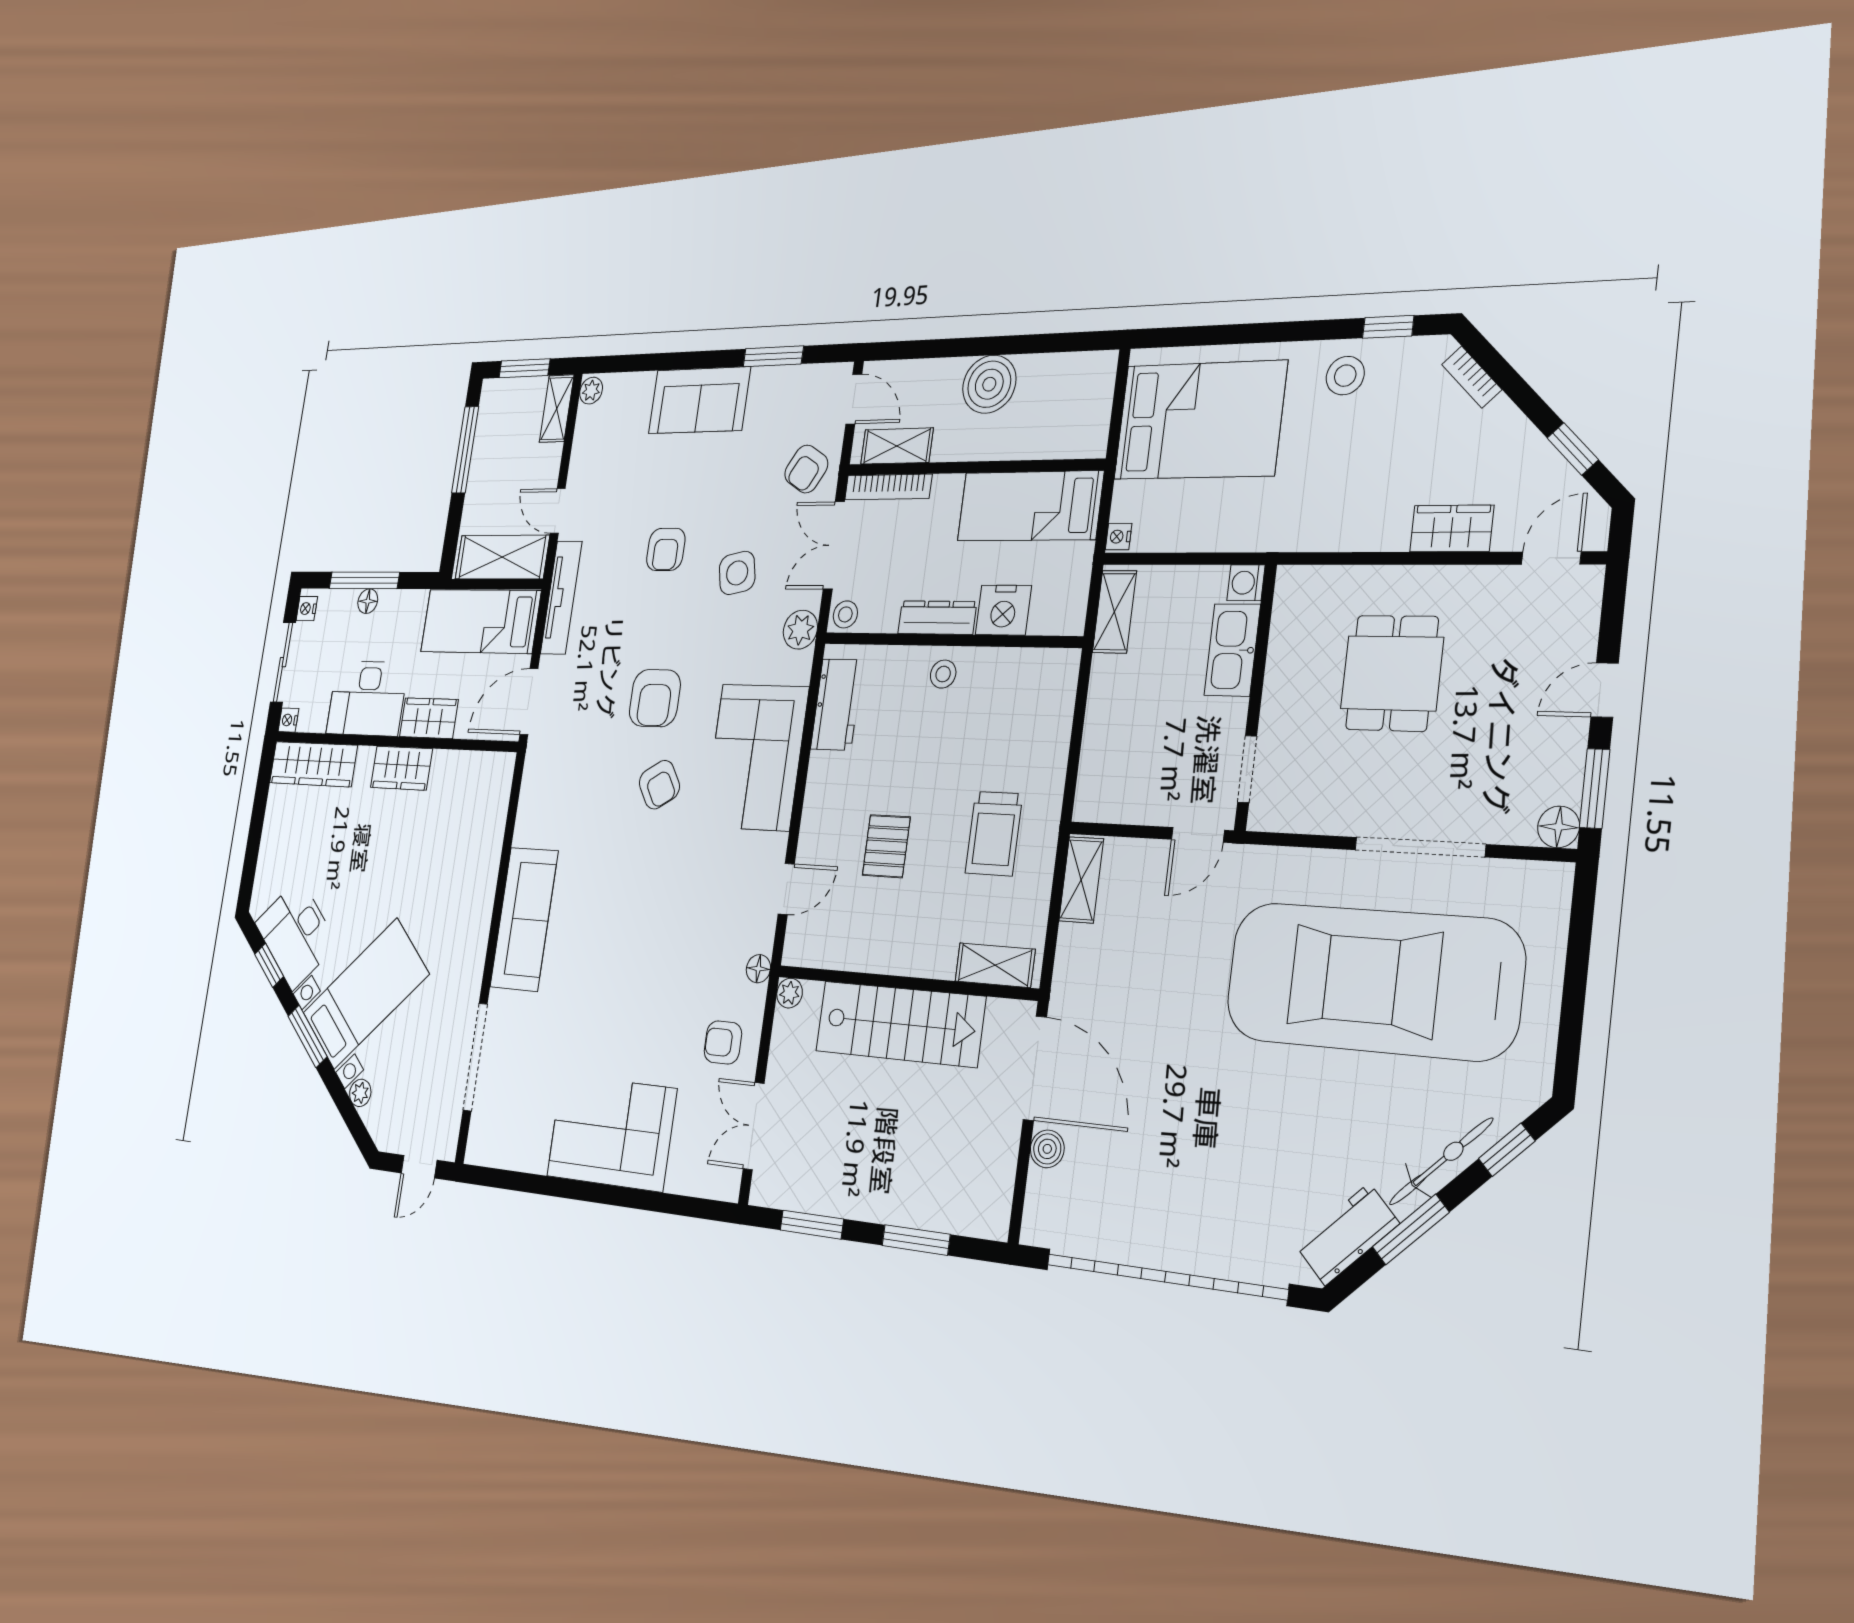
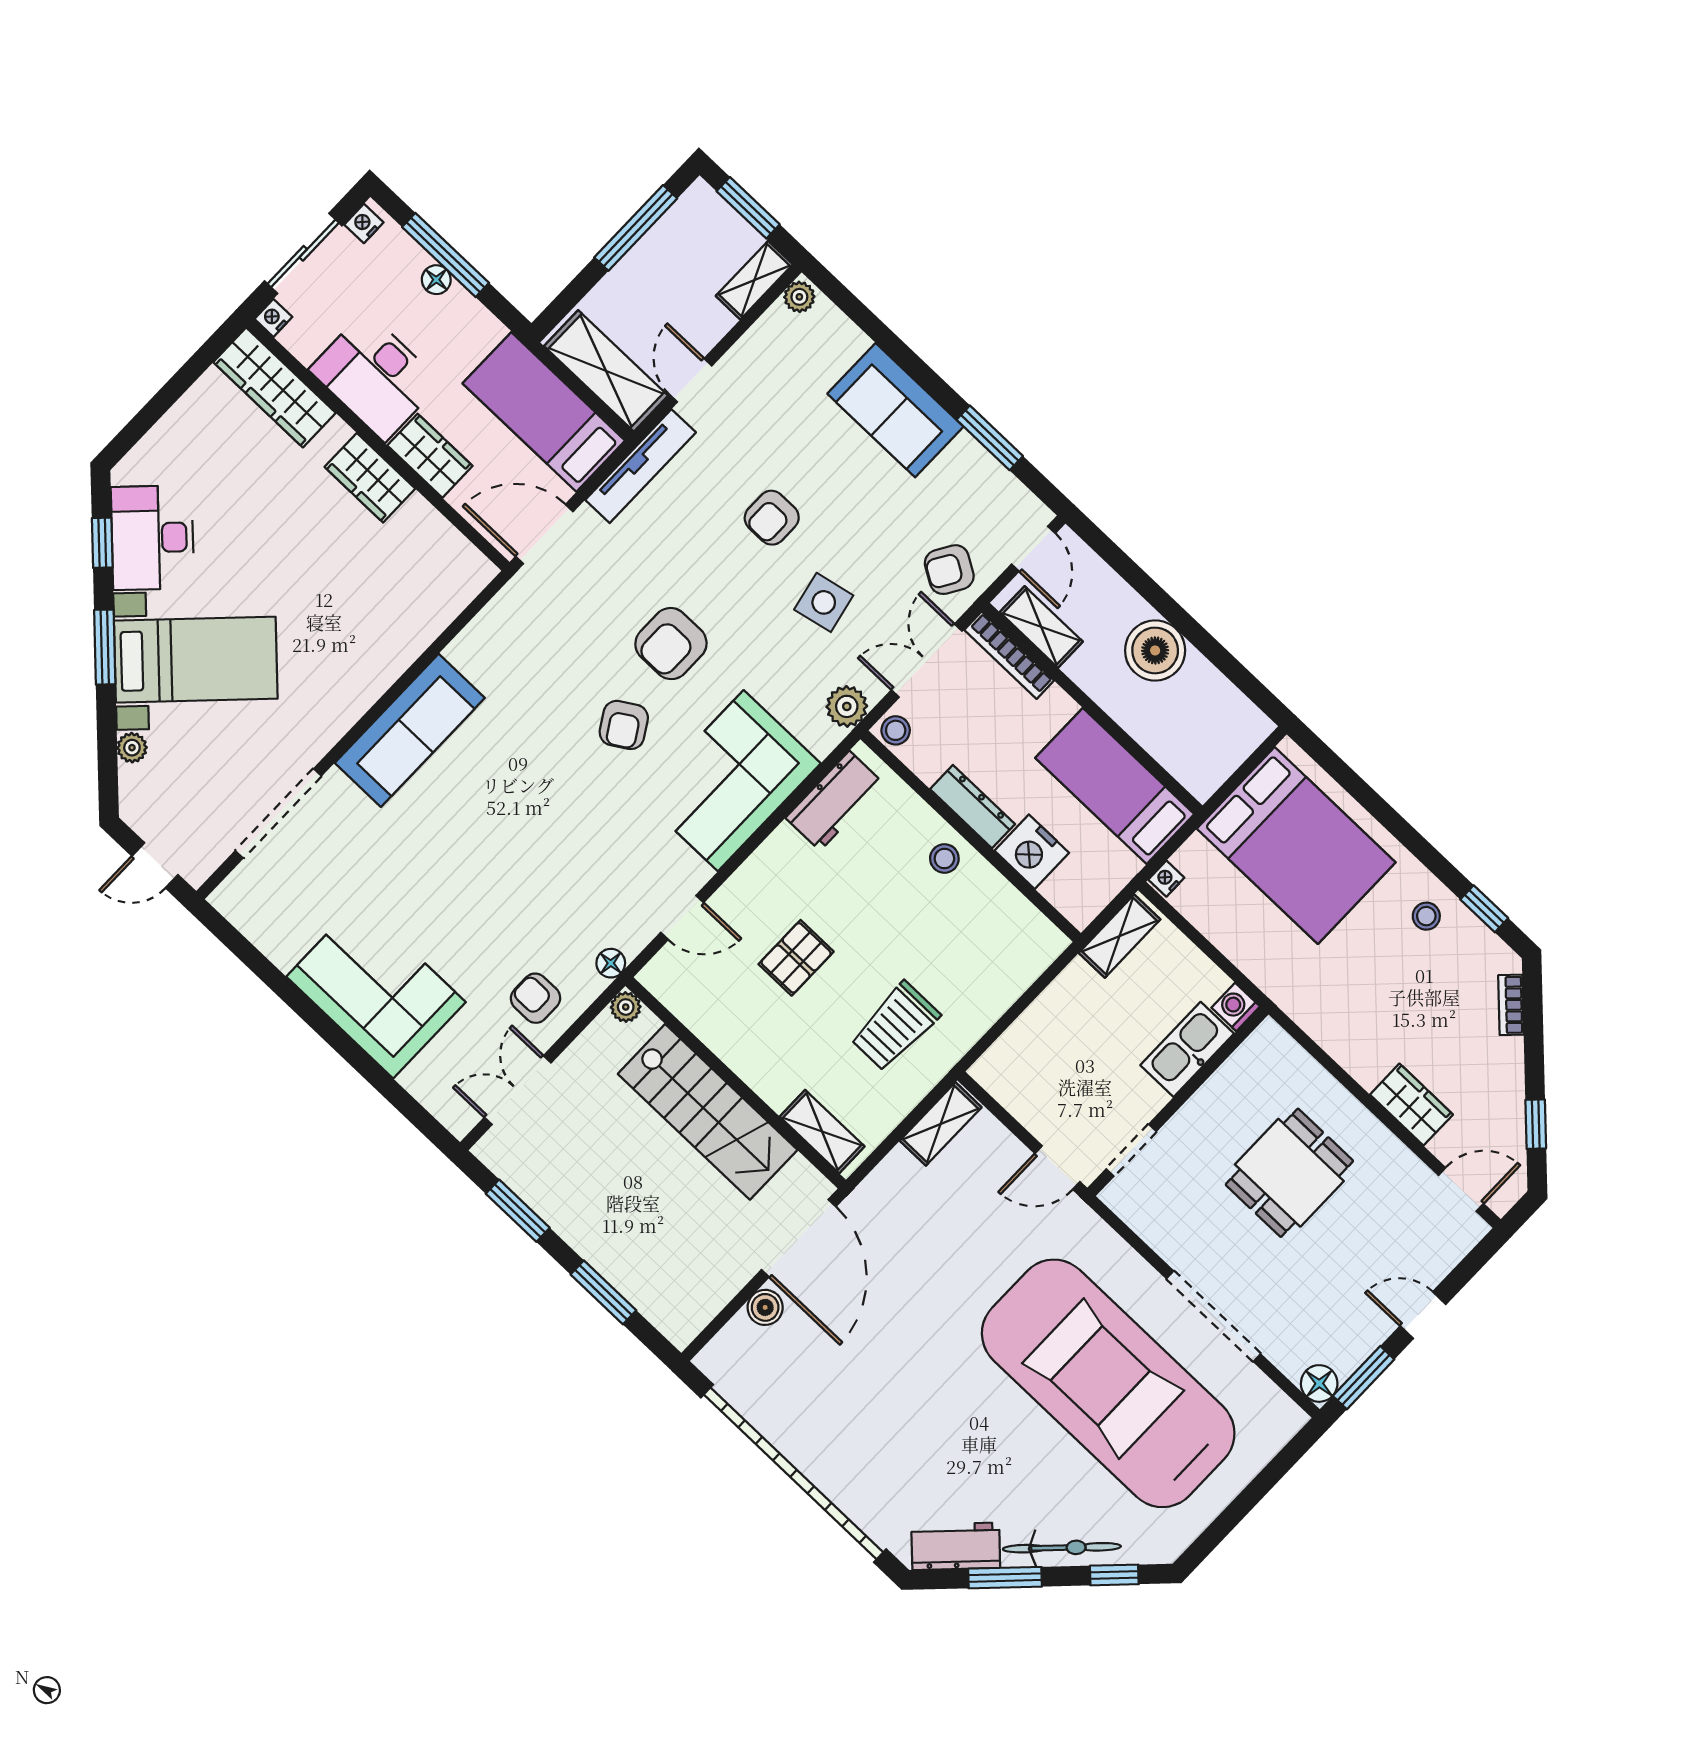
stool: (1345, 376) -> (1426, 916), width x0.73, depth x0.73

